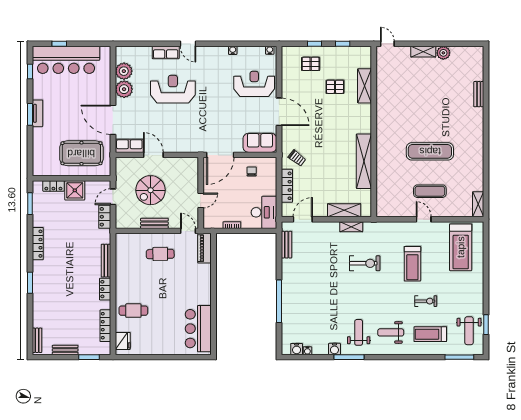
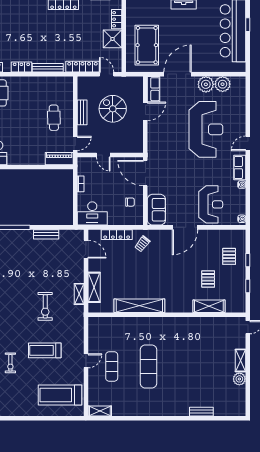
row of seats: (166, 53) -> (240, 168), moved
reception desk: (173, 89) -> (206, 129), width x1.36, depth x1.30
locker: (105, 217) -> (82, 67), width x1.53
bench: (287, 245) -> (46, 234), moved

